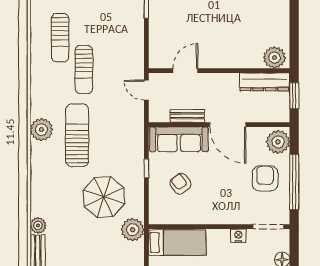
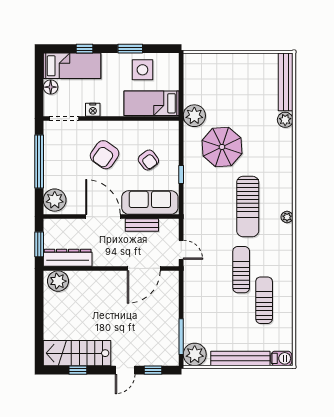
door: (185, 71) -> (144, 268), width x1.36
plant: (41, 130) -> (287, 217), width x0.53, depth x0.53
armchair: (265, 178) -> (105, 155), moved, turned 35

